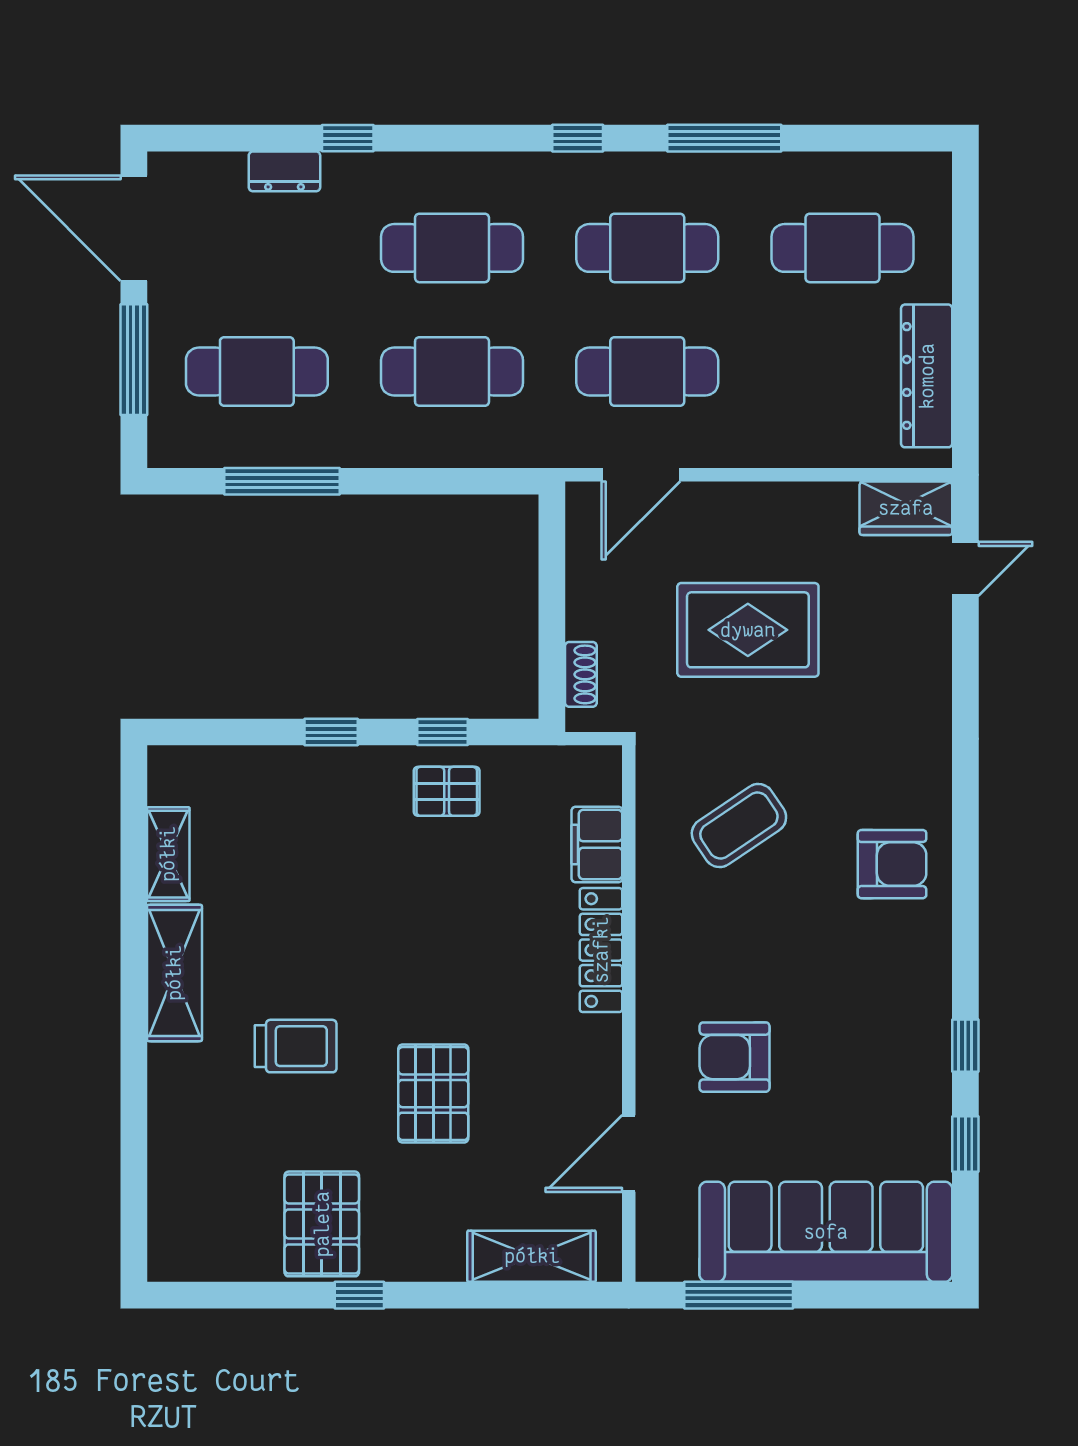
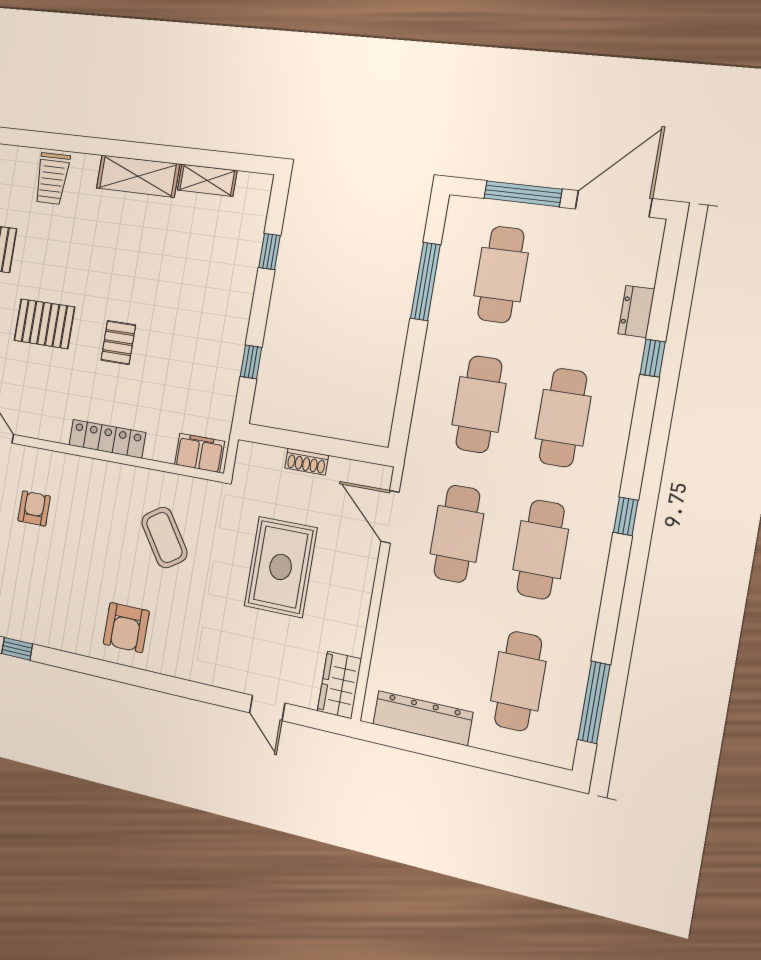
window: (724, 138) -> (594, 702), moved
door: (965, 569) -> (267, 708), moved
shoe rack: (581, 674) -> (307, 462), moved
window: (331, 732) -> (270, 252), moved
pallet: (447, 791) -> (118, 343), moved
filing cabinet: (597, 844) -> (200, 453), moved
trolley: (296, 1046) -> (52, 179), moved
armchair: (735, 1057) -> (34, 508), width x0.72, depth x0.72

